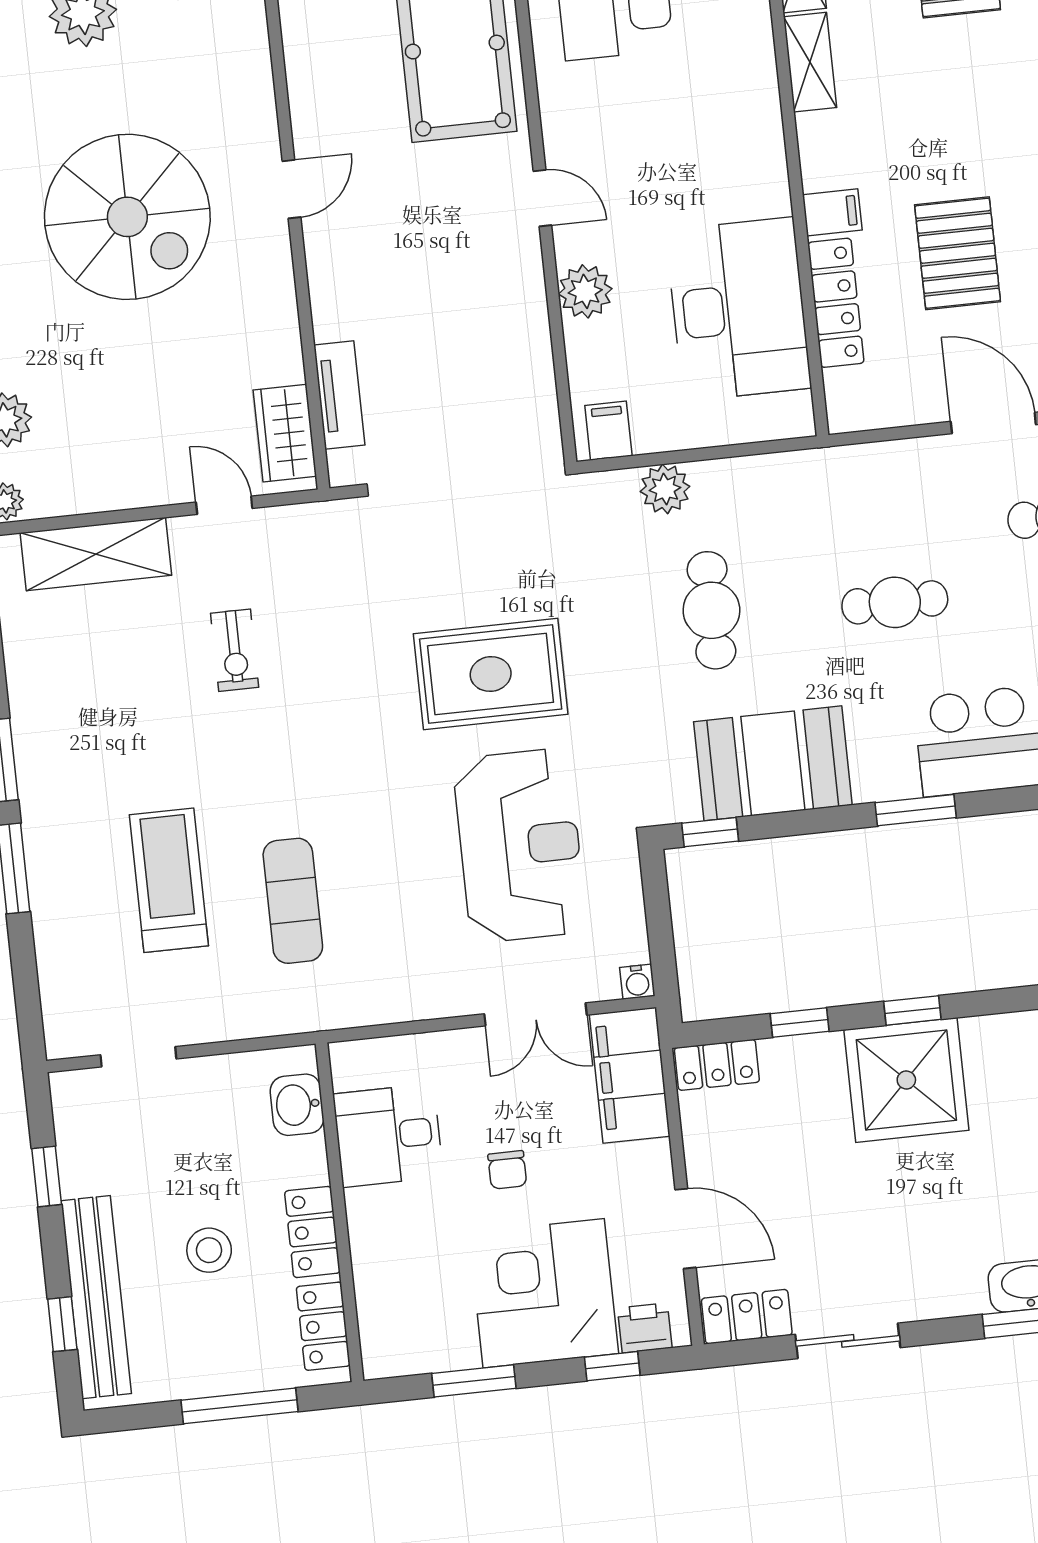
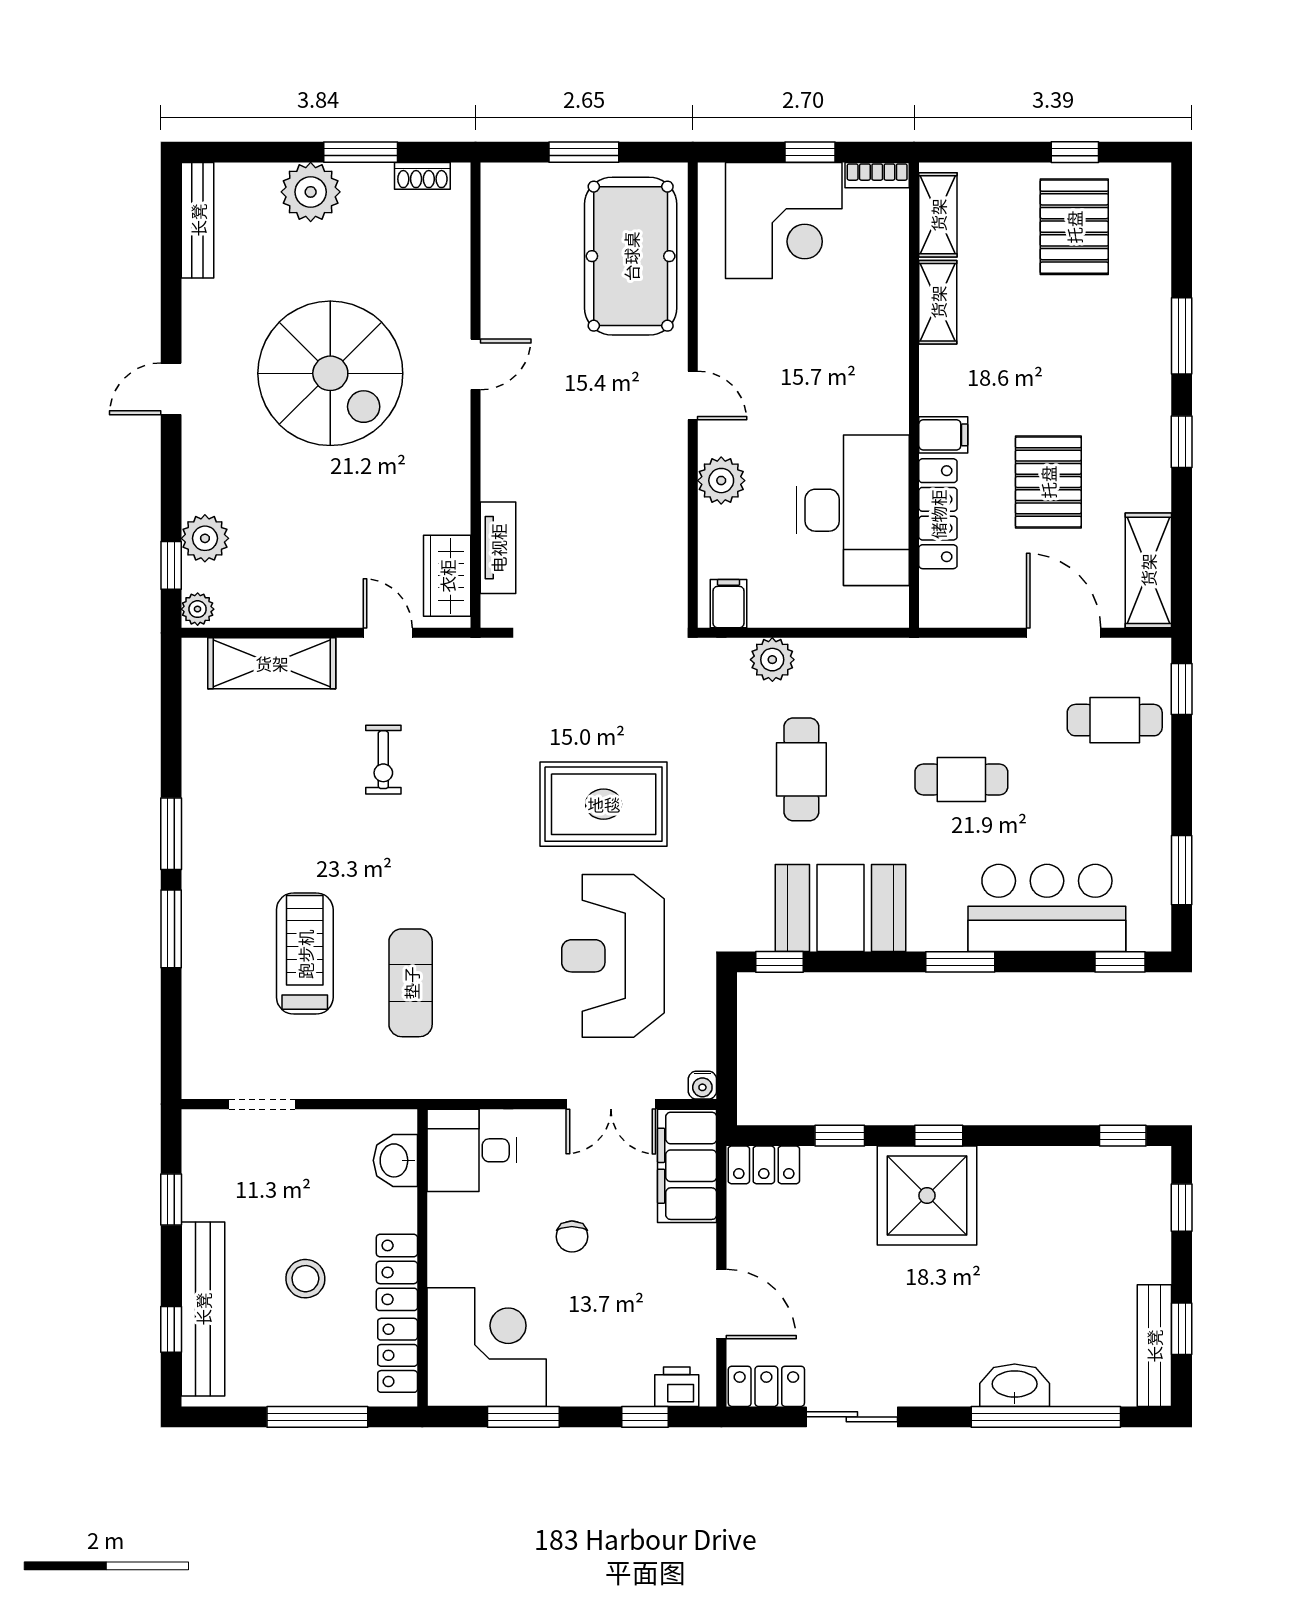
reception desk: (520, 845) -> (613, 956), turned 180
desk: (388, 1135) -> (472, 1150), moved
corner desk: (544, 1293) -> (487, 1347), moved, turned 90

